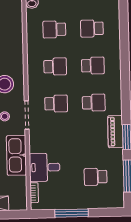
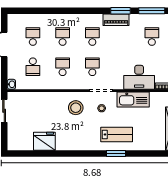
school desk: (92, 29) -> (33, 37), turned 180
desk: (45, 167) -> (139, 77), width x1.37
school desk: (96, 177) -> (152, 37), turned 180

